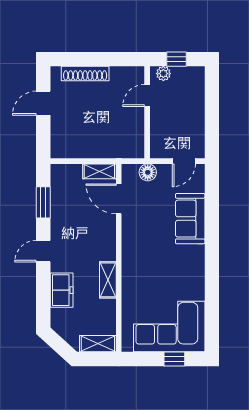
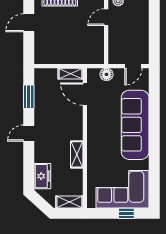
sofa: (190, 219) -> (135, 125), width x1.85, depth x1.27
freezer: (62, 290) -> (42, 176), moved

